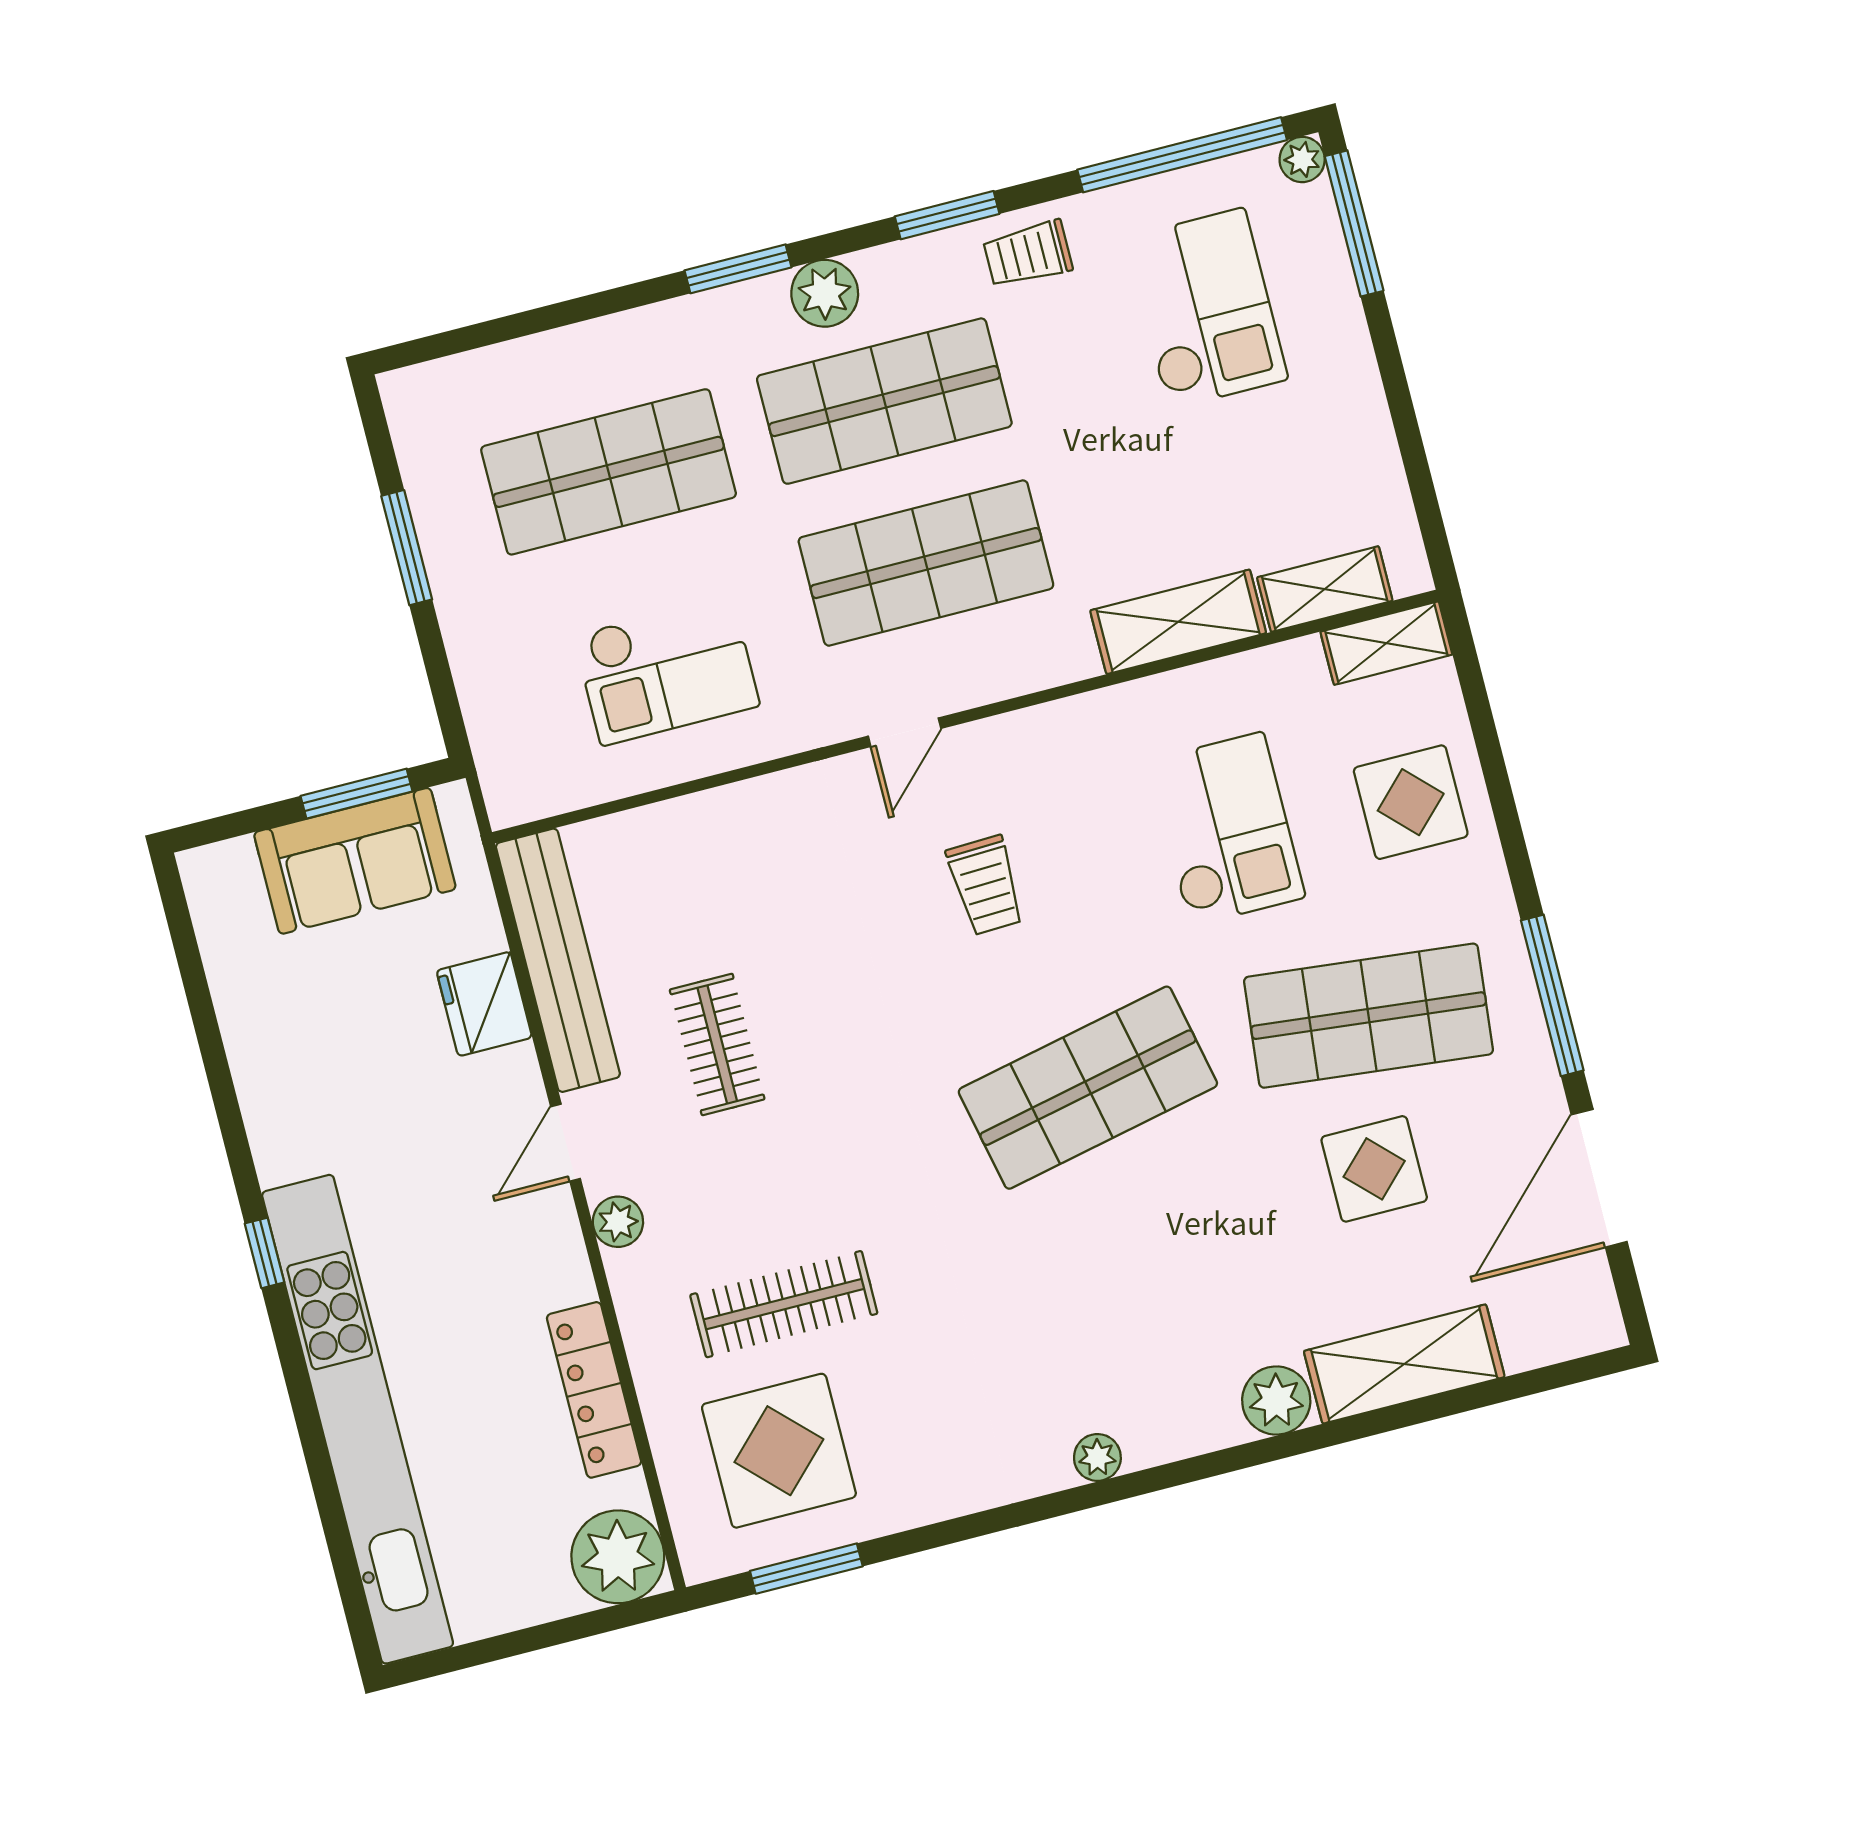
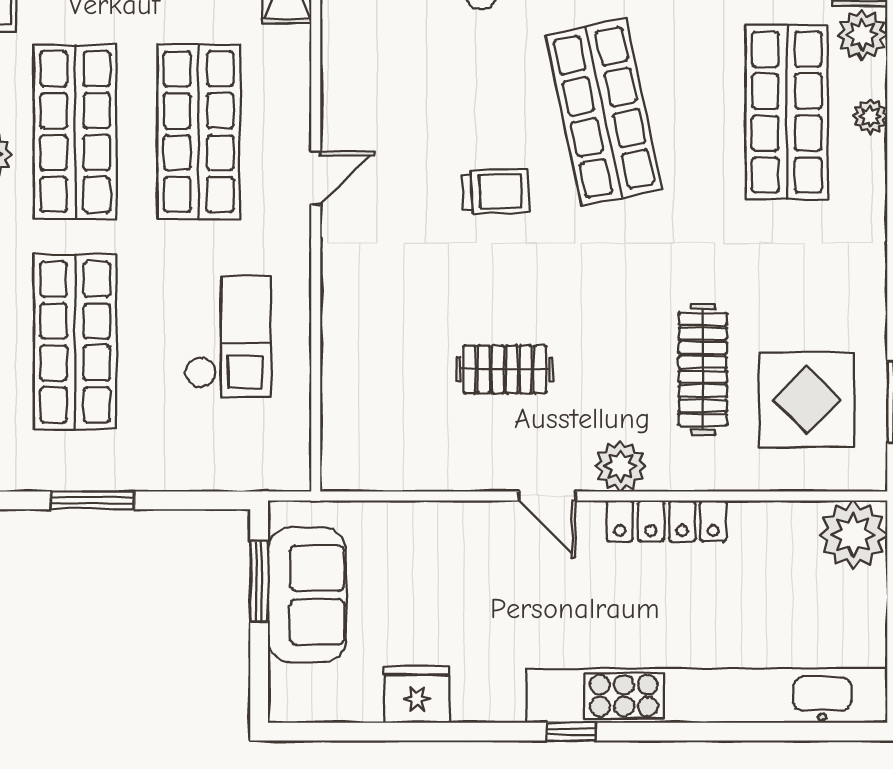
door: (905, 732) -> (316, 178), hinge flipped
trolley: (986, 885) -> (496, 191), moved
bench: (558, 960) -> (415, 468), removed
fridge: (484, 1004) -> (417, 695), moved, turned 180
plant: (618, 1222) -> (620, 466), width x1.38, depth x1.38
shop shelf: (1150, 1327) -> (787, 112), added
locker: (594, 1390) -> (667, 521), moved
plant: (1097, 1457) -> (870, 116), moved

